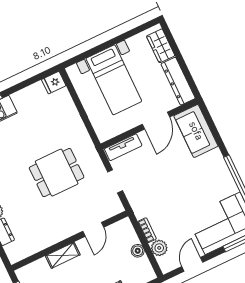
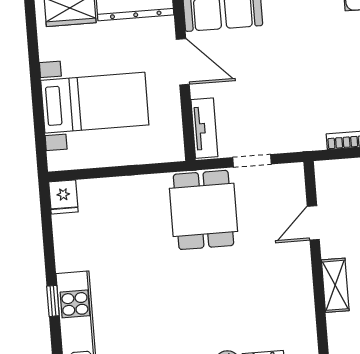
dining table: (57, 173) -> (203, 210), moved
door: (93, 229) -> (313, 223), swing flipped

